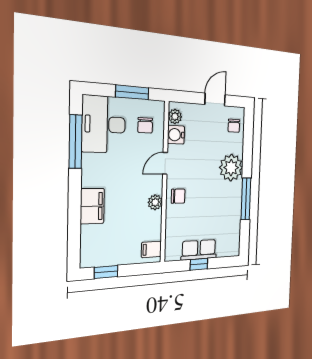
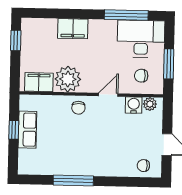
door: (165, 163) -> (108, 95), hinge flipped
plant: (231, 168) -> (104, 163), removed
plant: (155, 202) -> (68, 79), width x1.87, depth x1.87
filing cabinet: (151, 249) -> (39, 82), width x2.00

